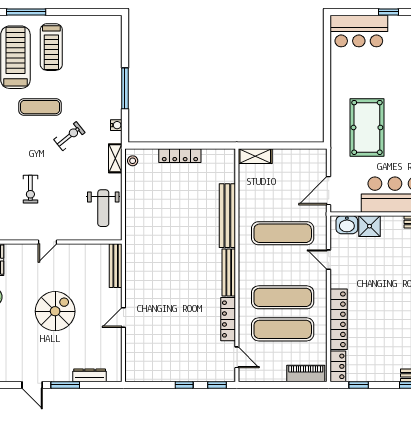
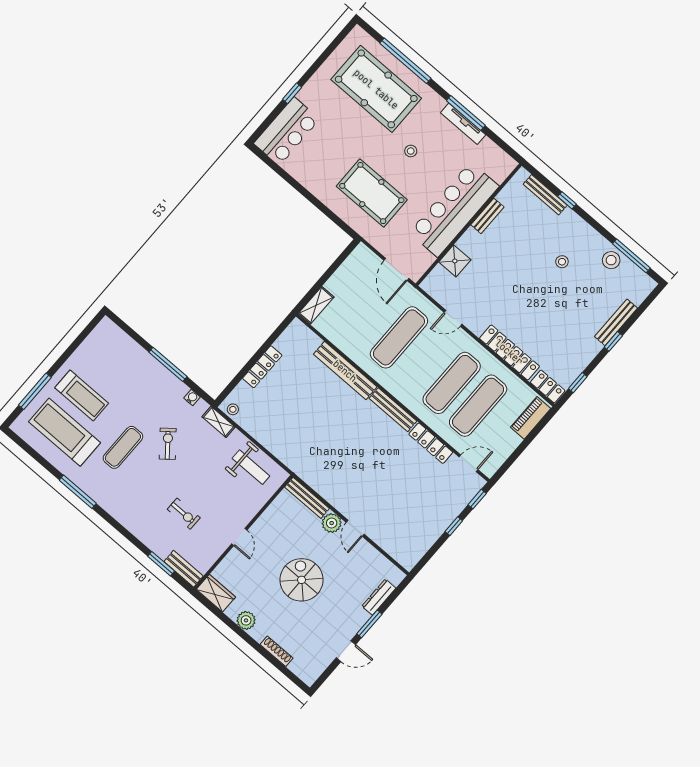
washbasin: (347, 225) -> (438, 279), removed
plant: (113, 298) -> (332, 523), added

